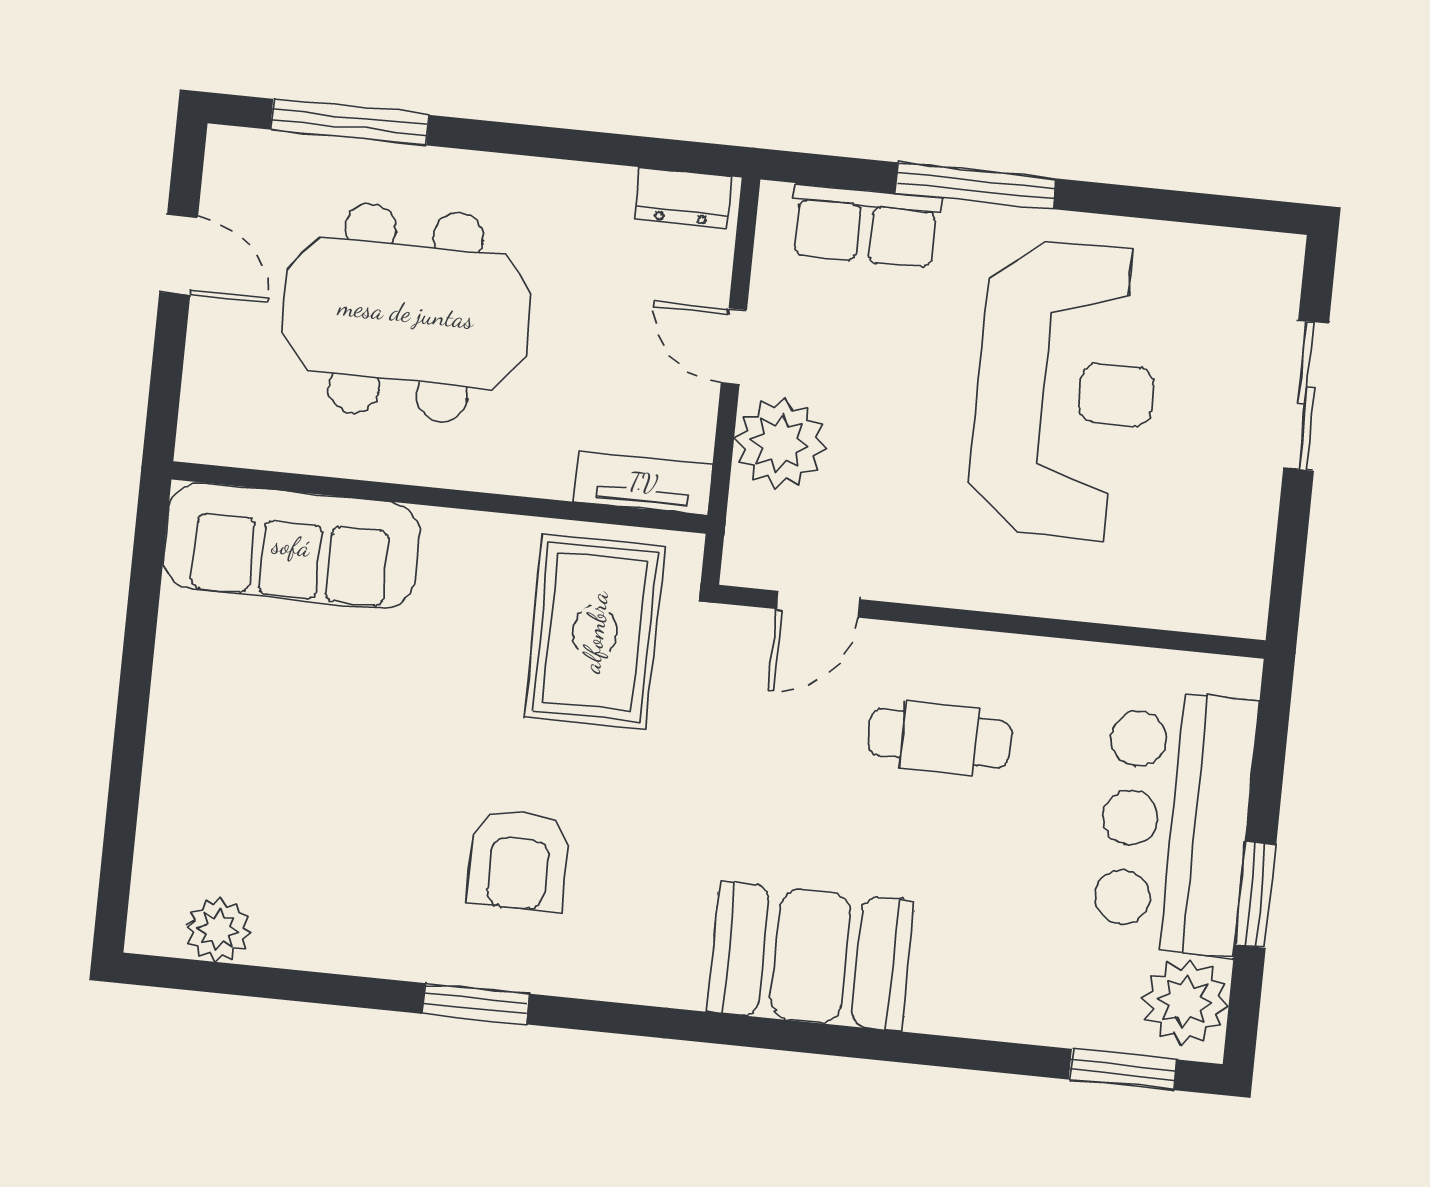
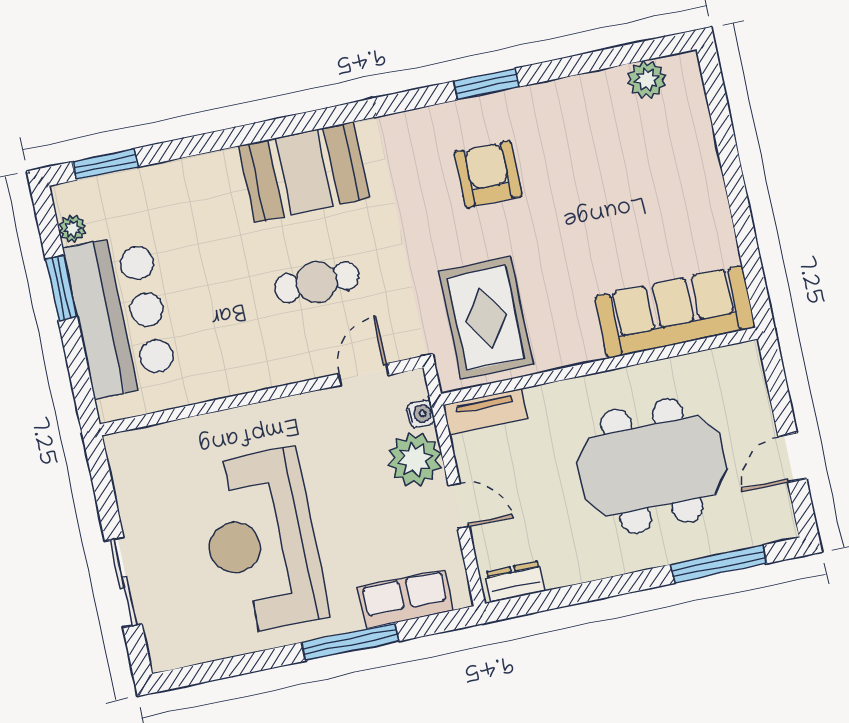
door: (179, 255) -> (792, 457), hinge flipped
water cooler: (748, 513) -> (421, 414), added
cafe table: (939, 738) -> (317, 282), moved
plant: (1185, 1002) -> (72, 229), width x0.53, depth x0.53

